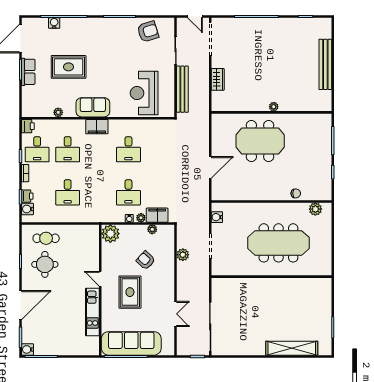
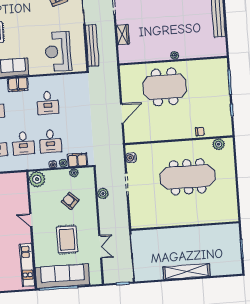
desk: (98, 192) -> (23, 143), added
wall: (272, 277) -> (185, 226), moved
rug: (130, 292) -> (67, 239), moved
kitchen unit: (92, 312) -> (27, 265), moved
shelving: (292, 348) -> (187, 271), moved

